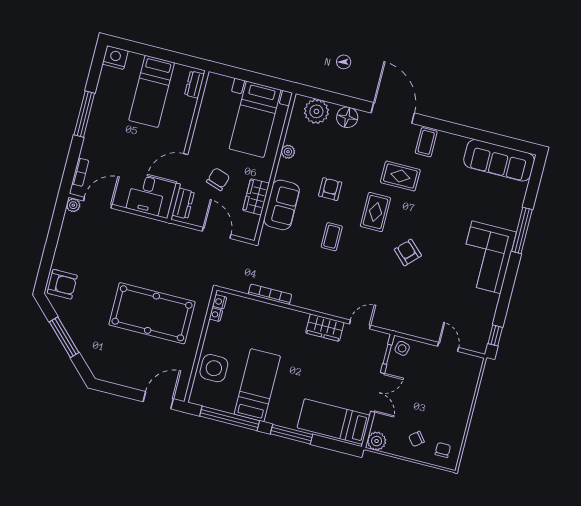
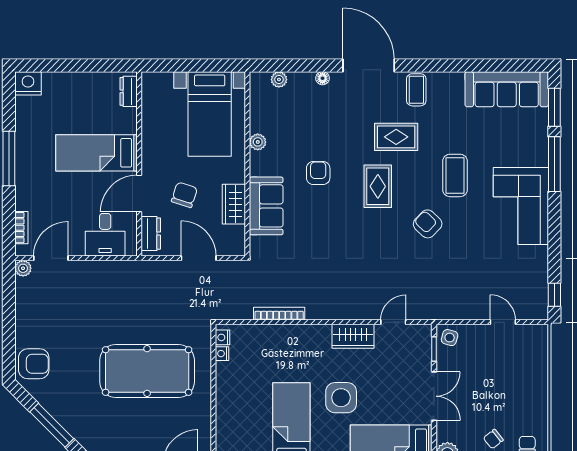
bed: (152, 91) -> (97, 153), moved, turned 90
plant: (316, 111) -> (279, 79), width x0.53, depth x0.53
floor lamp: (347, 117) -> (323, 78), width x0.53, depth x0.53
window: (534, 185) -> (554, 107), added
coffee table: (332, 237) -> (455, 175), moved, width x1.36, depth x1.30
side table: (214, 368) -> (341, 398), moved

